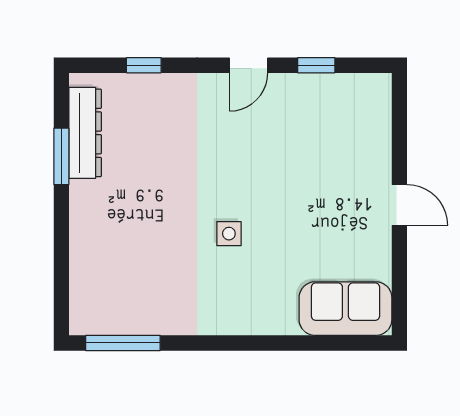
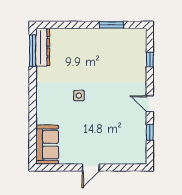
dresser: (85, 133) -> (43, 47), moved, turned -90

